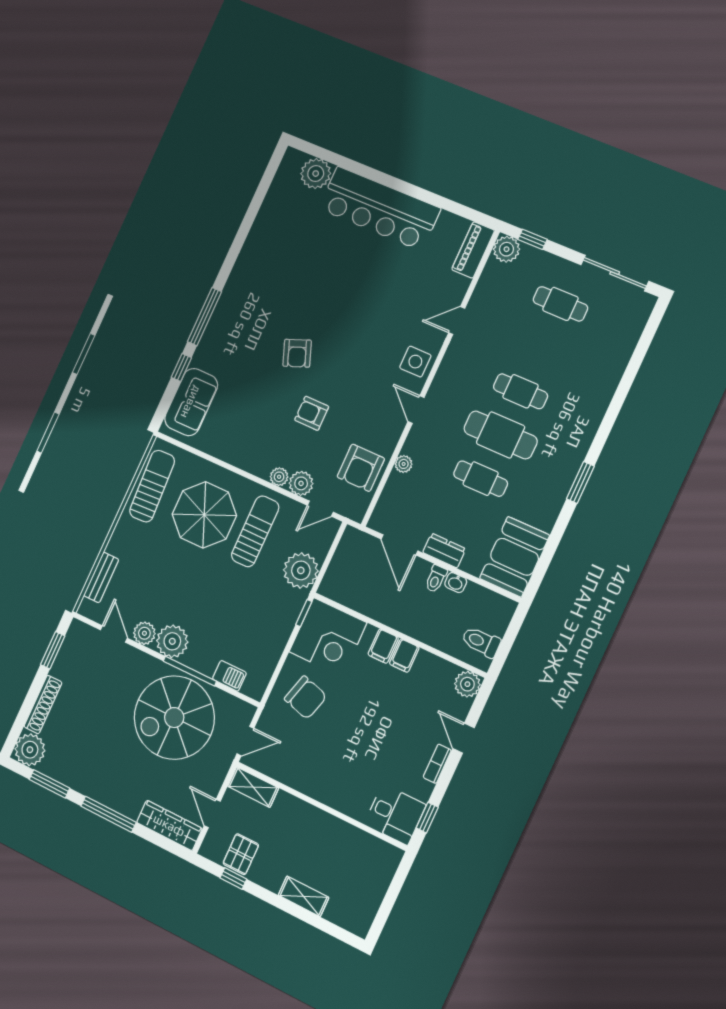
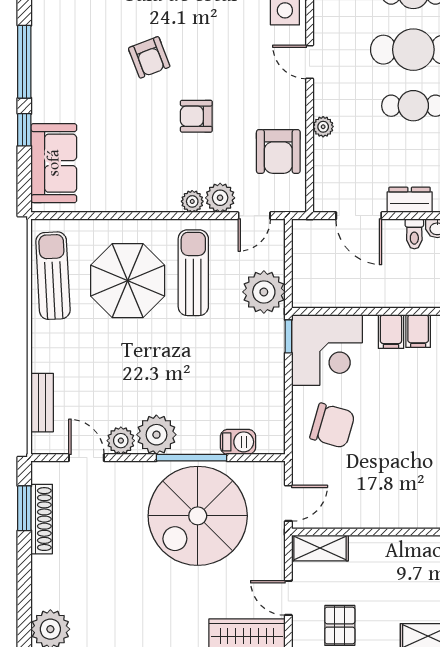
shoe rack: (43, 705) -> (42, 519), moved

